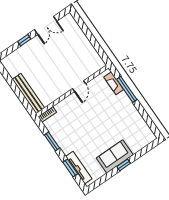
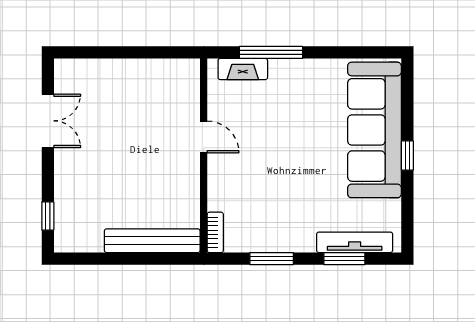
window: (24, 40) -> (48, 216), moved
sofa: (115, 156) -> (374, 130), width x1.85, depth x1.27

